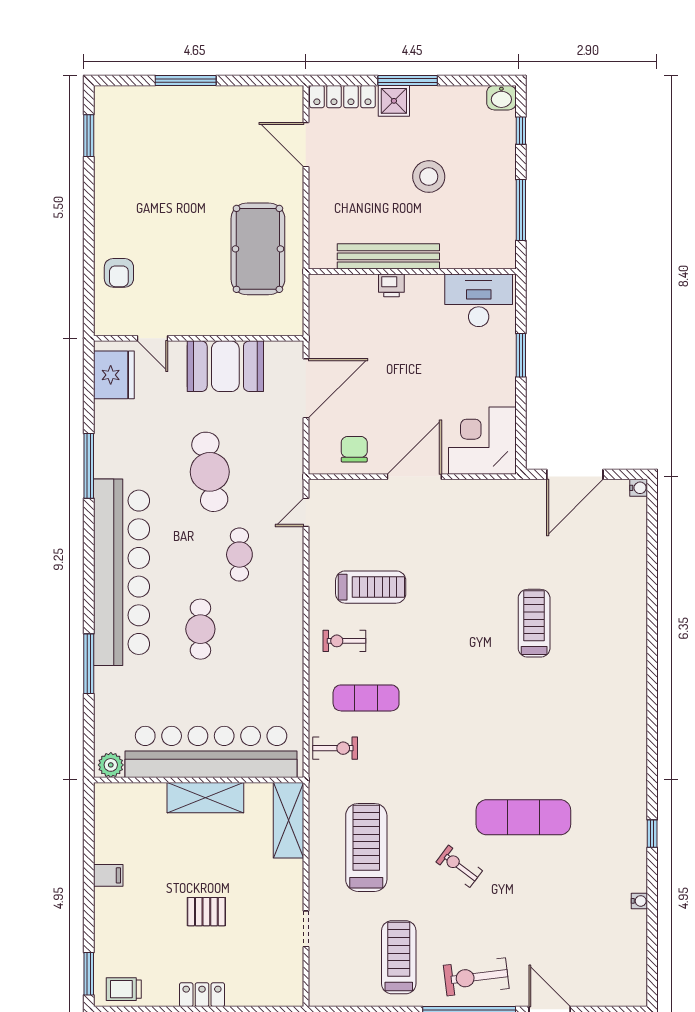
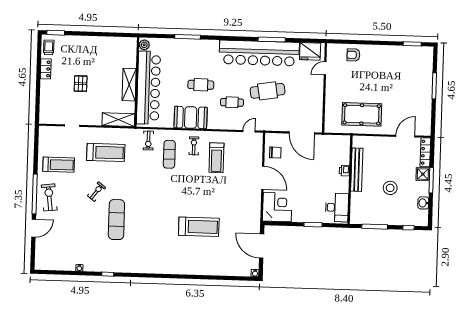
washbasin: (501, 98) -> (423, 203), moved
booth: (225, 366) -> (191, 118), moved, turned 90
door: (306, 512) -> (249, 131), hinge flipped
bar counter: (121, 572) -> (259, 53), moved
treadmill: (534, 623) -> (199, 227), width x1.37, depth x1.38
filing cabinet: (108, 875) -> (97, 42), removed
locker: (202, 995) -> (46, 69), moved

